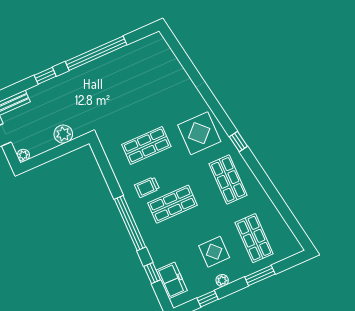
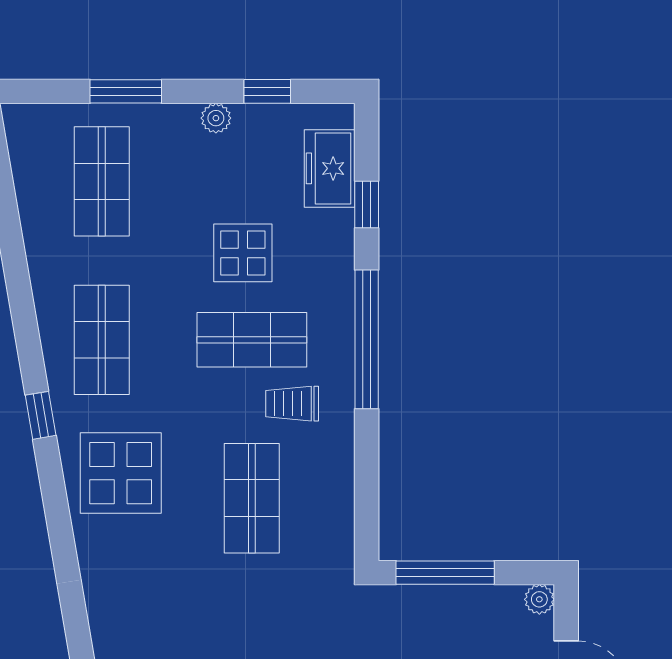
plant: (63, 134) -> (428, 607), removed
shop shelf: (146, 145) -> (252, 498), turned 90
window: (63, 150) -> (445, 573), added
trolley: (147, 187) -> (292, 404), turned 180
display table: (214, 252) -> (243, 253), moved

